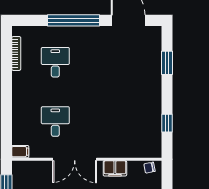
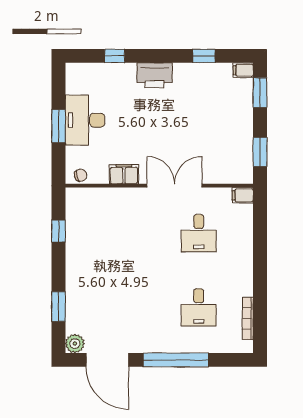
plant: (154, 33) -> (75, 344), added

